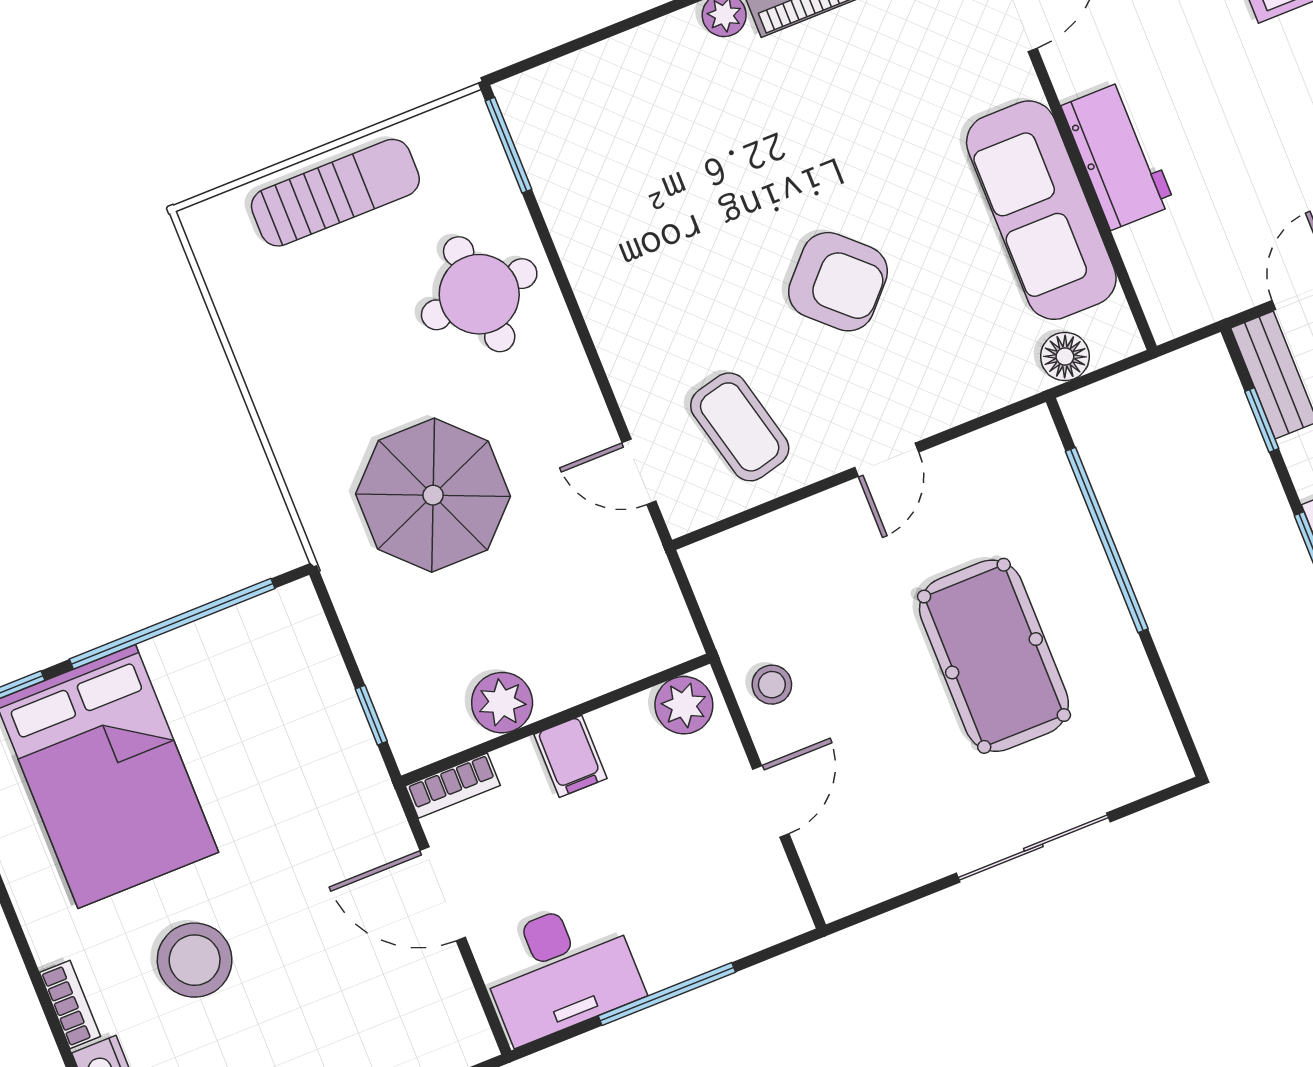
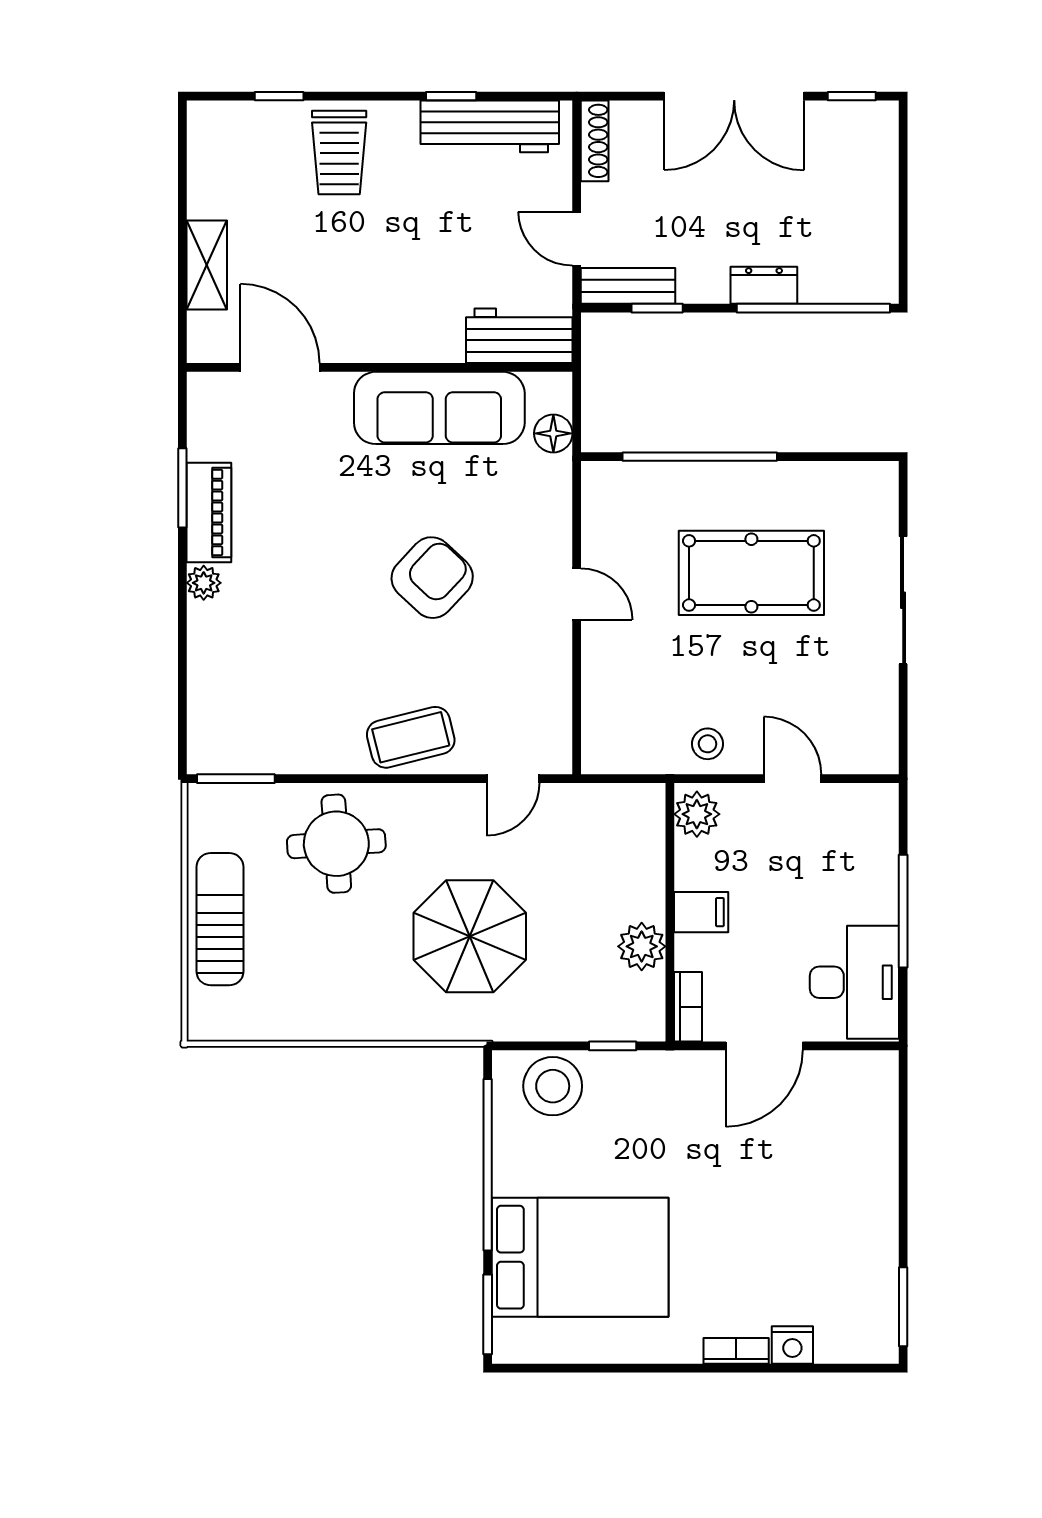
workbench: (1118, 155) -> (519, 336), moved
coffee table: (740, 427) -> (411, 737), moved
stool: (195, 960) -> (553, 1086), moved

